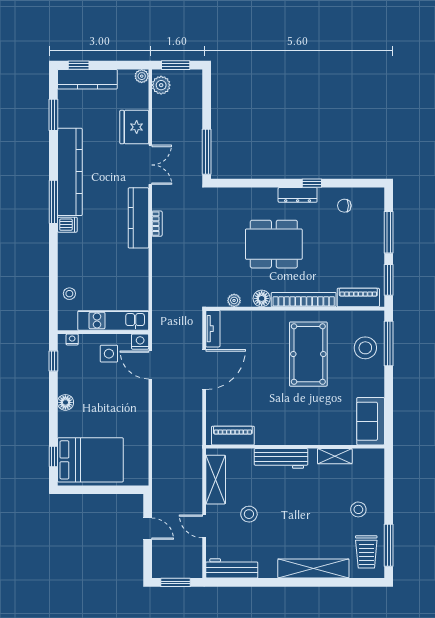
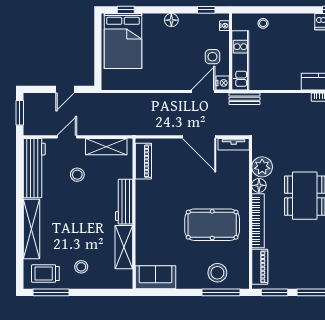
plant: (234, 300) -> (262, 167), width x1.87, depth x1.87
bench: (159, 316) -> (244, 99), added
shelving: (335, 456) -> (124, 247), width x1.50, depth x1.33
workbench: (232, 568) -> (34, 168), width x1.36, depth x1.32

